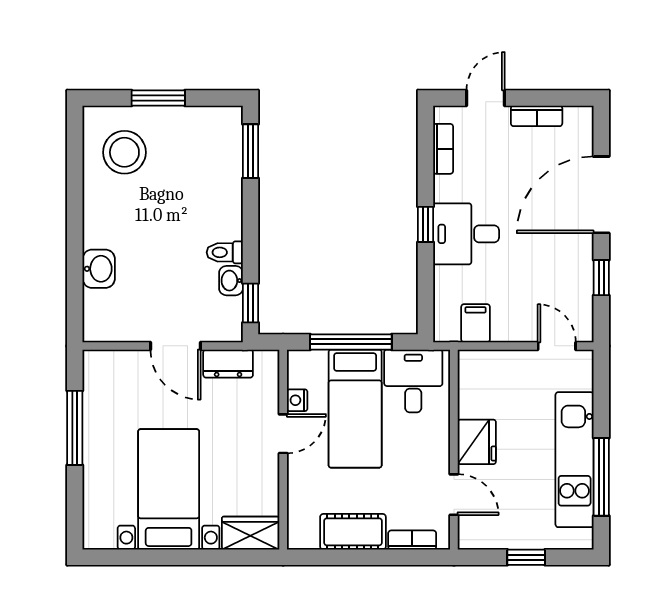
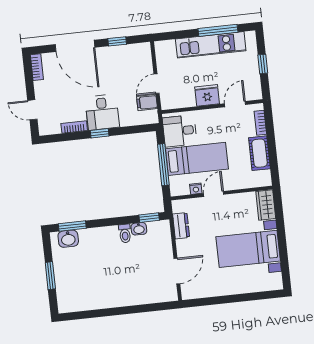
bookcase: (537, 116) -> (37, 67), moved
bookcase: (443, 149) -> (74, 127), moved
stool: (124, 152) -> (80, 290), removed
washbasin: (99, 269) -> (68, 239), moved, turned 180
door: (175, 346) -> (177, 271), moved
door: (557, 346) -> (157, 84), moved
window: (75, 428) -> (222, 300), removed
door: (283, 434) -> (214, 194), hinge flipped

